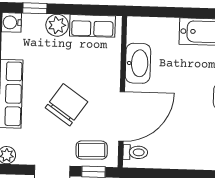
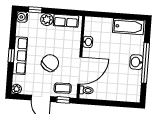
washbasin: (138, 63) -> (88, 42), width x0.52, depth x0.69

